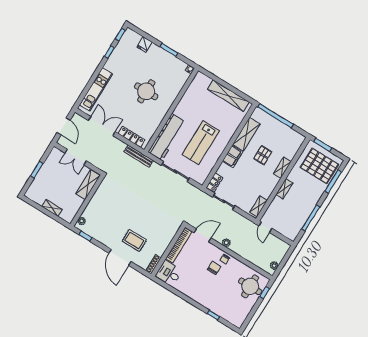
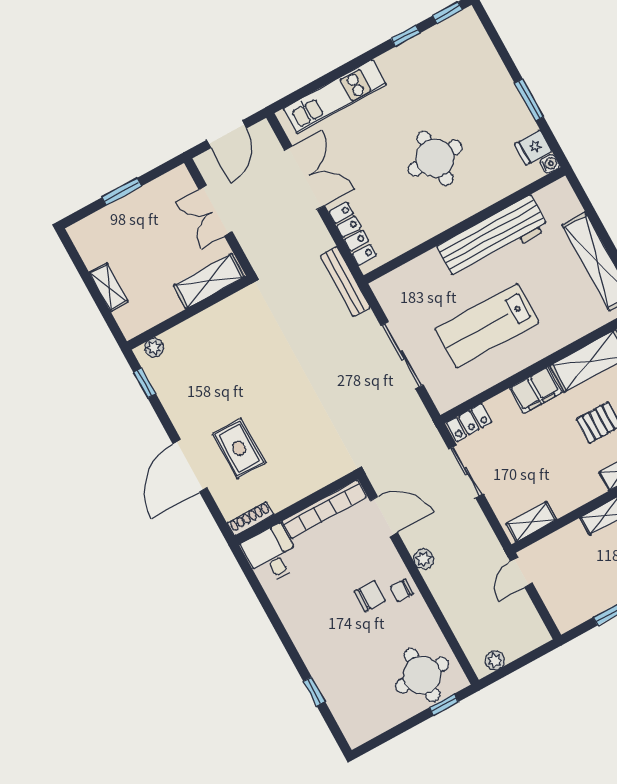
fridge: (144, 44) -> (533, 147), moved
workbench: (167, 137) -> (493, 237), moved

